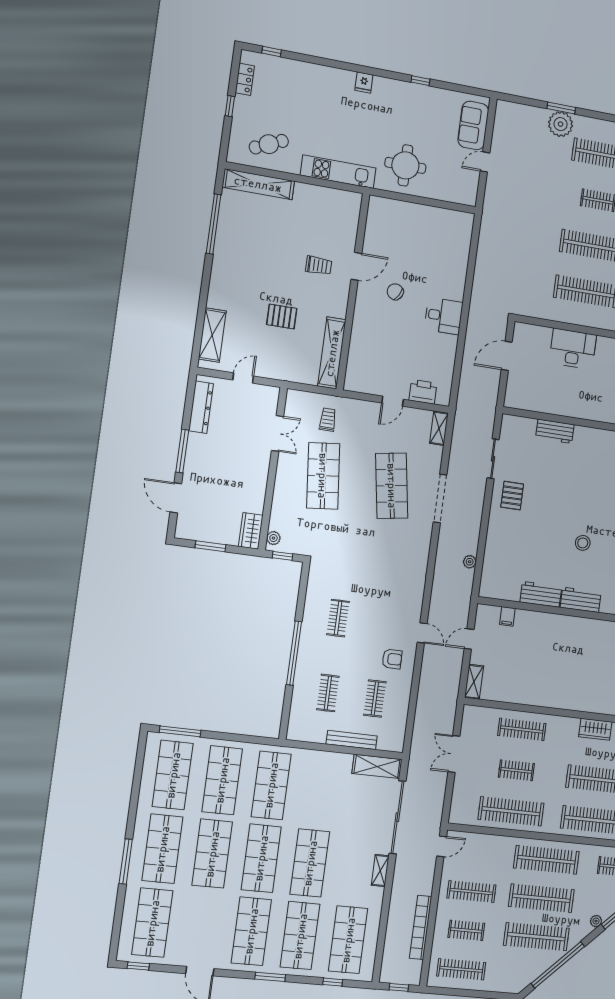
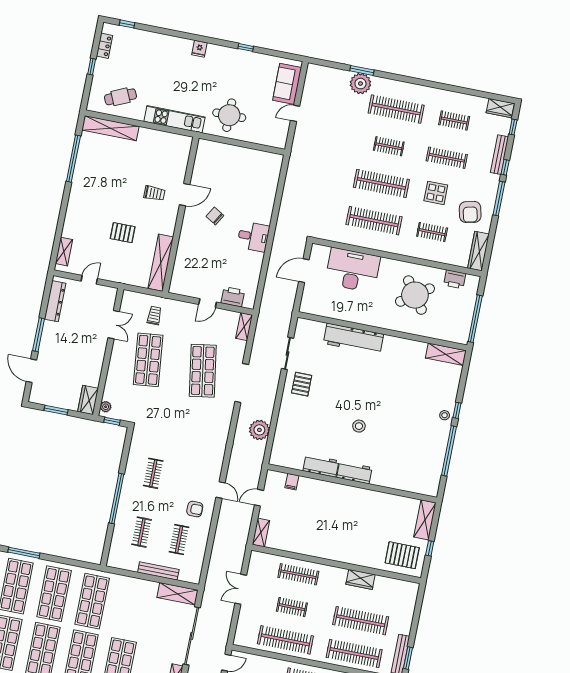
shelving: (212, 335) -> (64, 252), width x0.67, depth x0.75
desk: (573, 349) -> (353, 270), width x1.36, depth x1.30
workbench: (555, 431) -> (353, 339), width x1.88, depth x1.32
plant: (470, 562) -> (259, 430), width x1.87, depth x1.87

